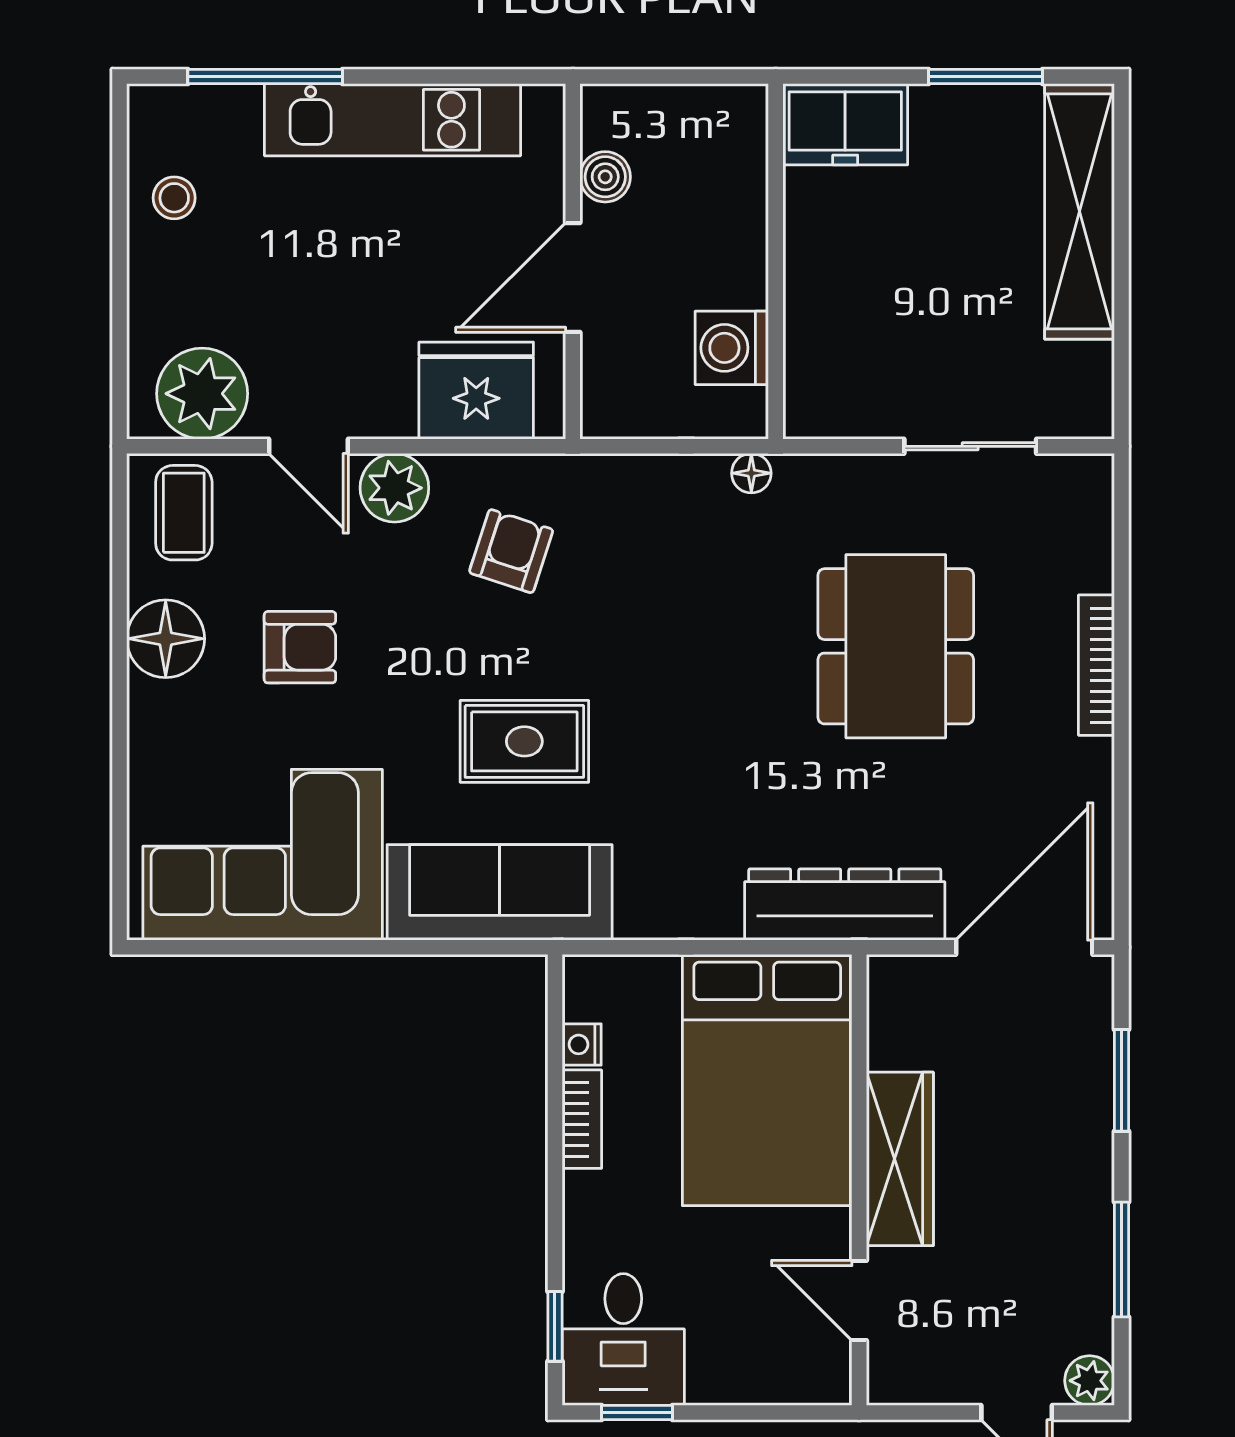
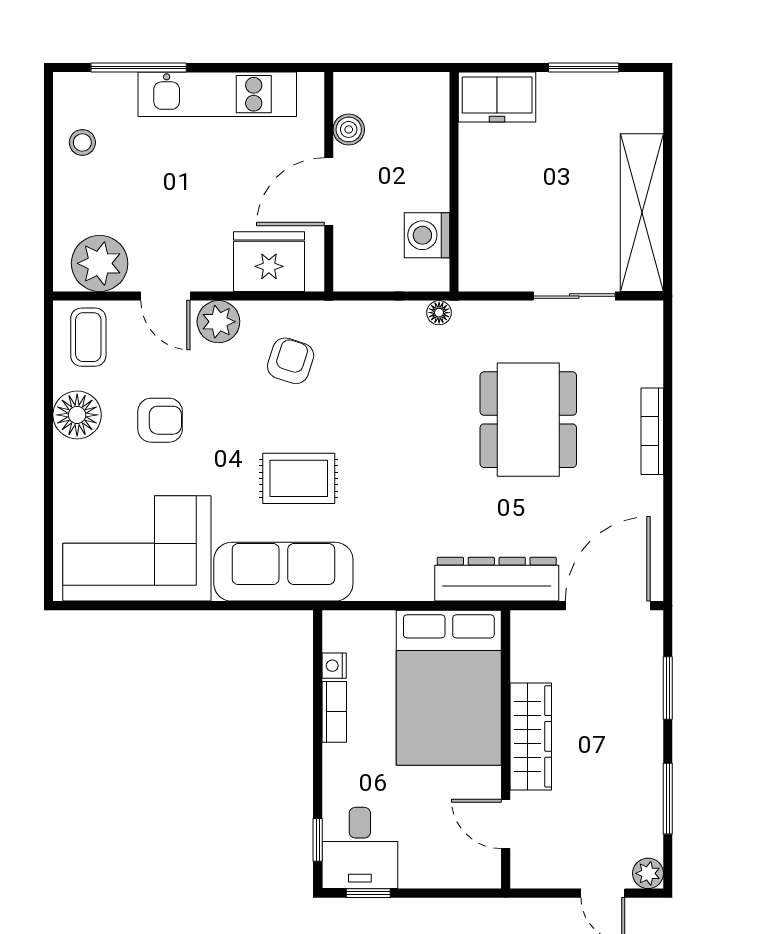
shelving: (1080, 211) -> (642, 213), moved

